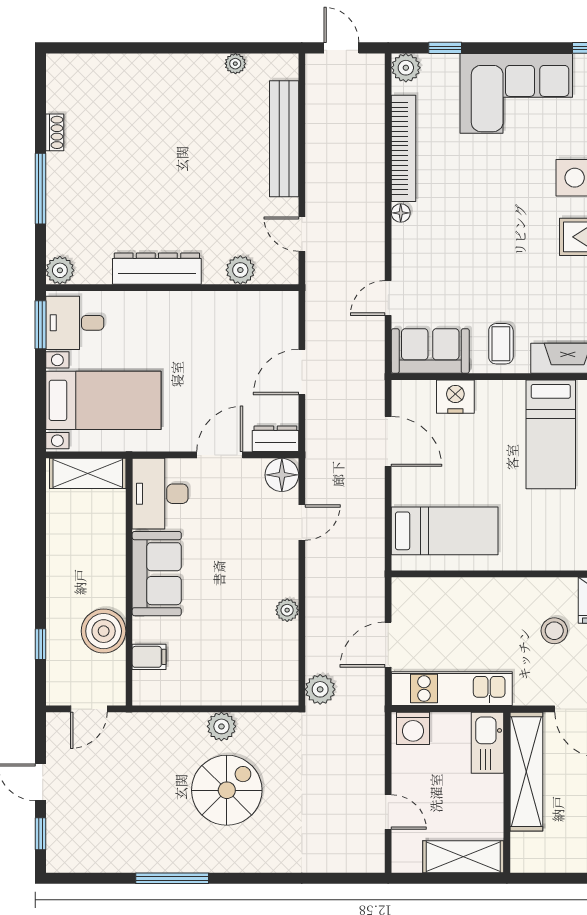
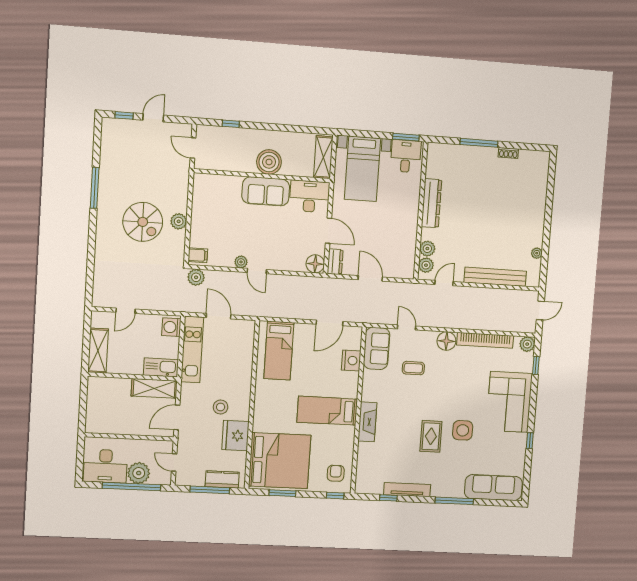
floor lamp: (401, 213) -> (446, 341), width x1.89, depth x1.89
plant: (60, 270) -> (426, 265), moved
coffee table: (501, 344) -> (413, 368), moved
door: (302, 522) -> (257, 271), moved
boiler: (104, 631) -> (269, 162), moved
filing cabinet: (149, 657) -> (198, 255), moved, turned -90
shelving: (526, 772) -> (154, 388), width x0.68

